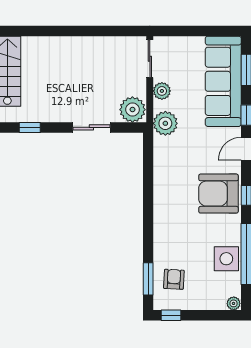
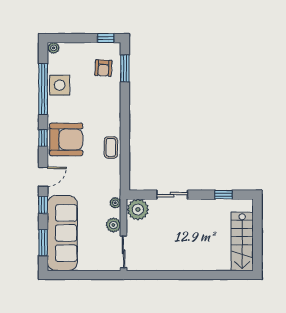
plant: (165, 123) -> (115, 203), width x0.53, depth x0.53
coffee table: (165, 184) -> (111, 147), added

